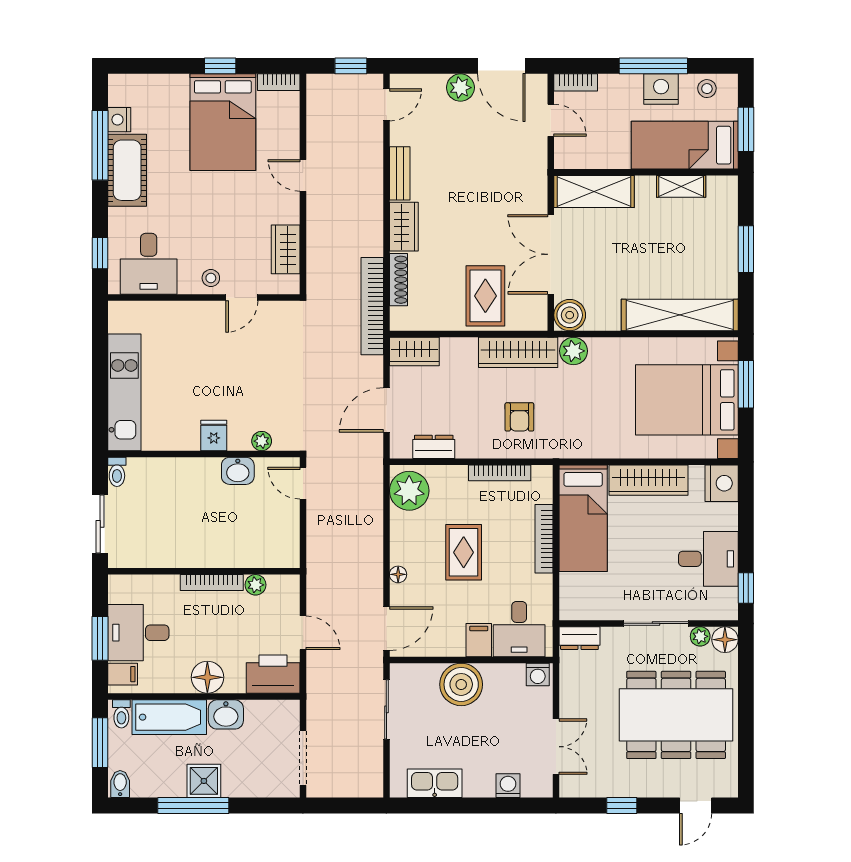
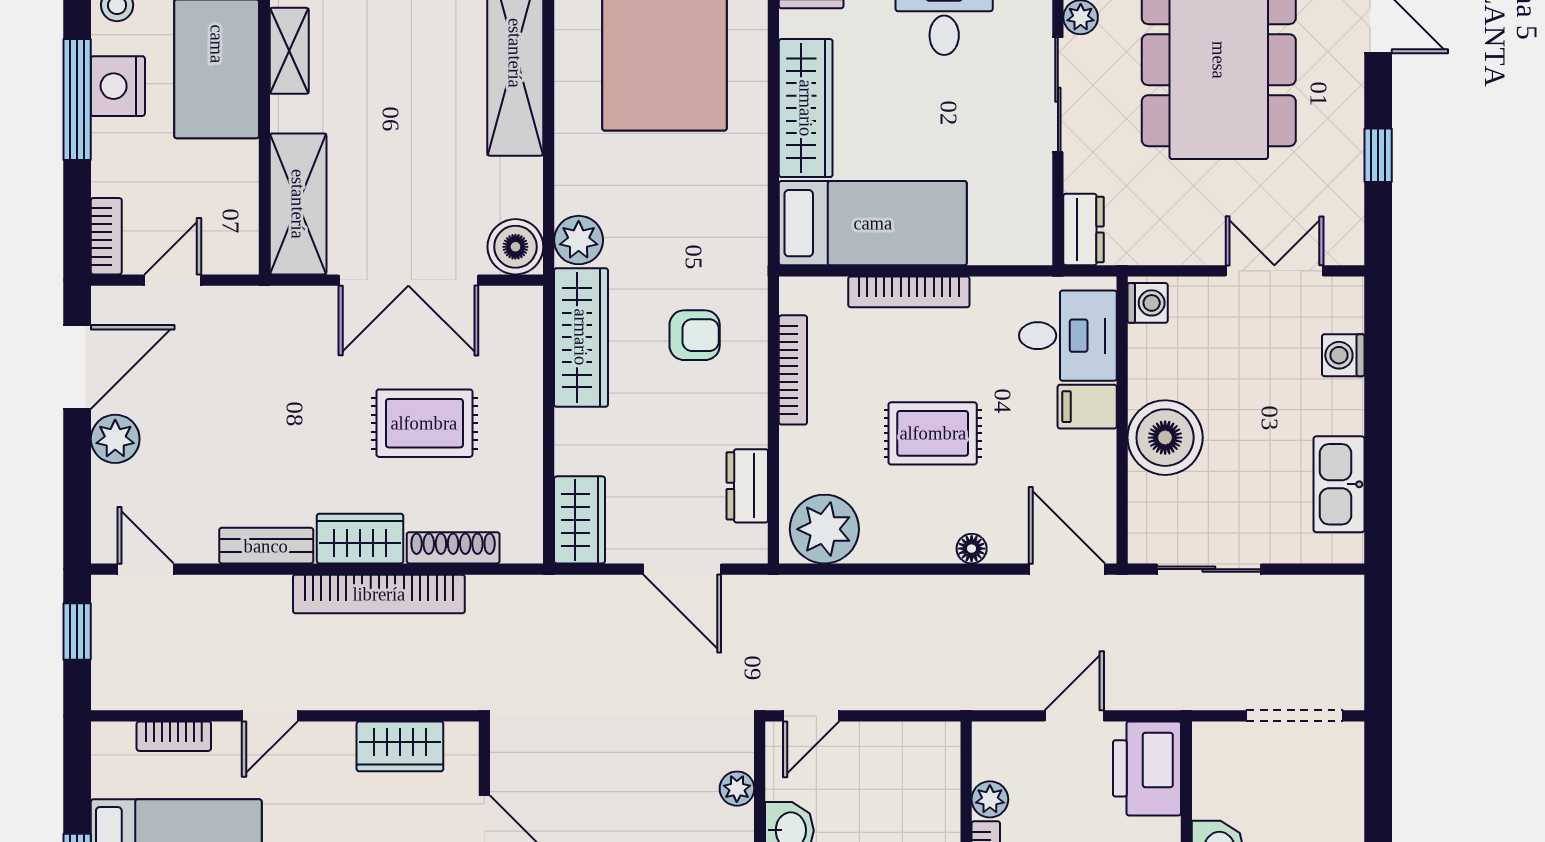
bookcase: (279, 82) -> (174, 736), moved, turned 90
rug: (485, 296) -> (424, 423), moved
bookcase: (372, 306) -> (379, 594), moved

